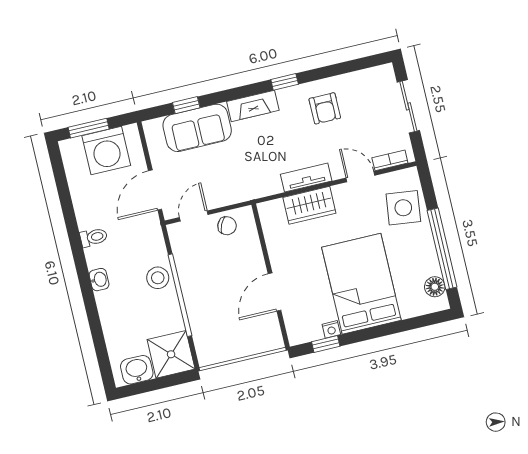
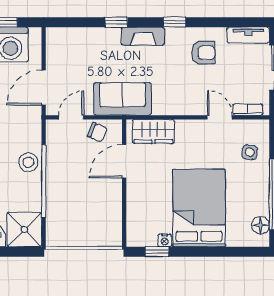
window: (186, 105) -> (116, 22), moved
armchair: (325, 108) -> (203, 53), turned -90
sofa: (197, 128) -> (123, 99), moved, turned 180
tv unit: (306, 178) -> (248, 35), moved, turned 180
wardrobe: (309, 205) -> (153, 131), moved
side table: (403, 208) -> (250, 152), width x0.54, depth x0.54
door: (274, 292) -> (124, 161), moved

